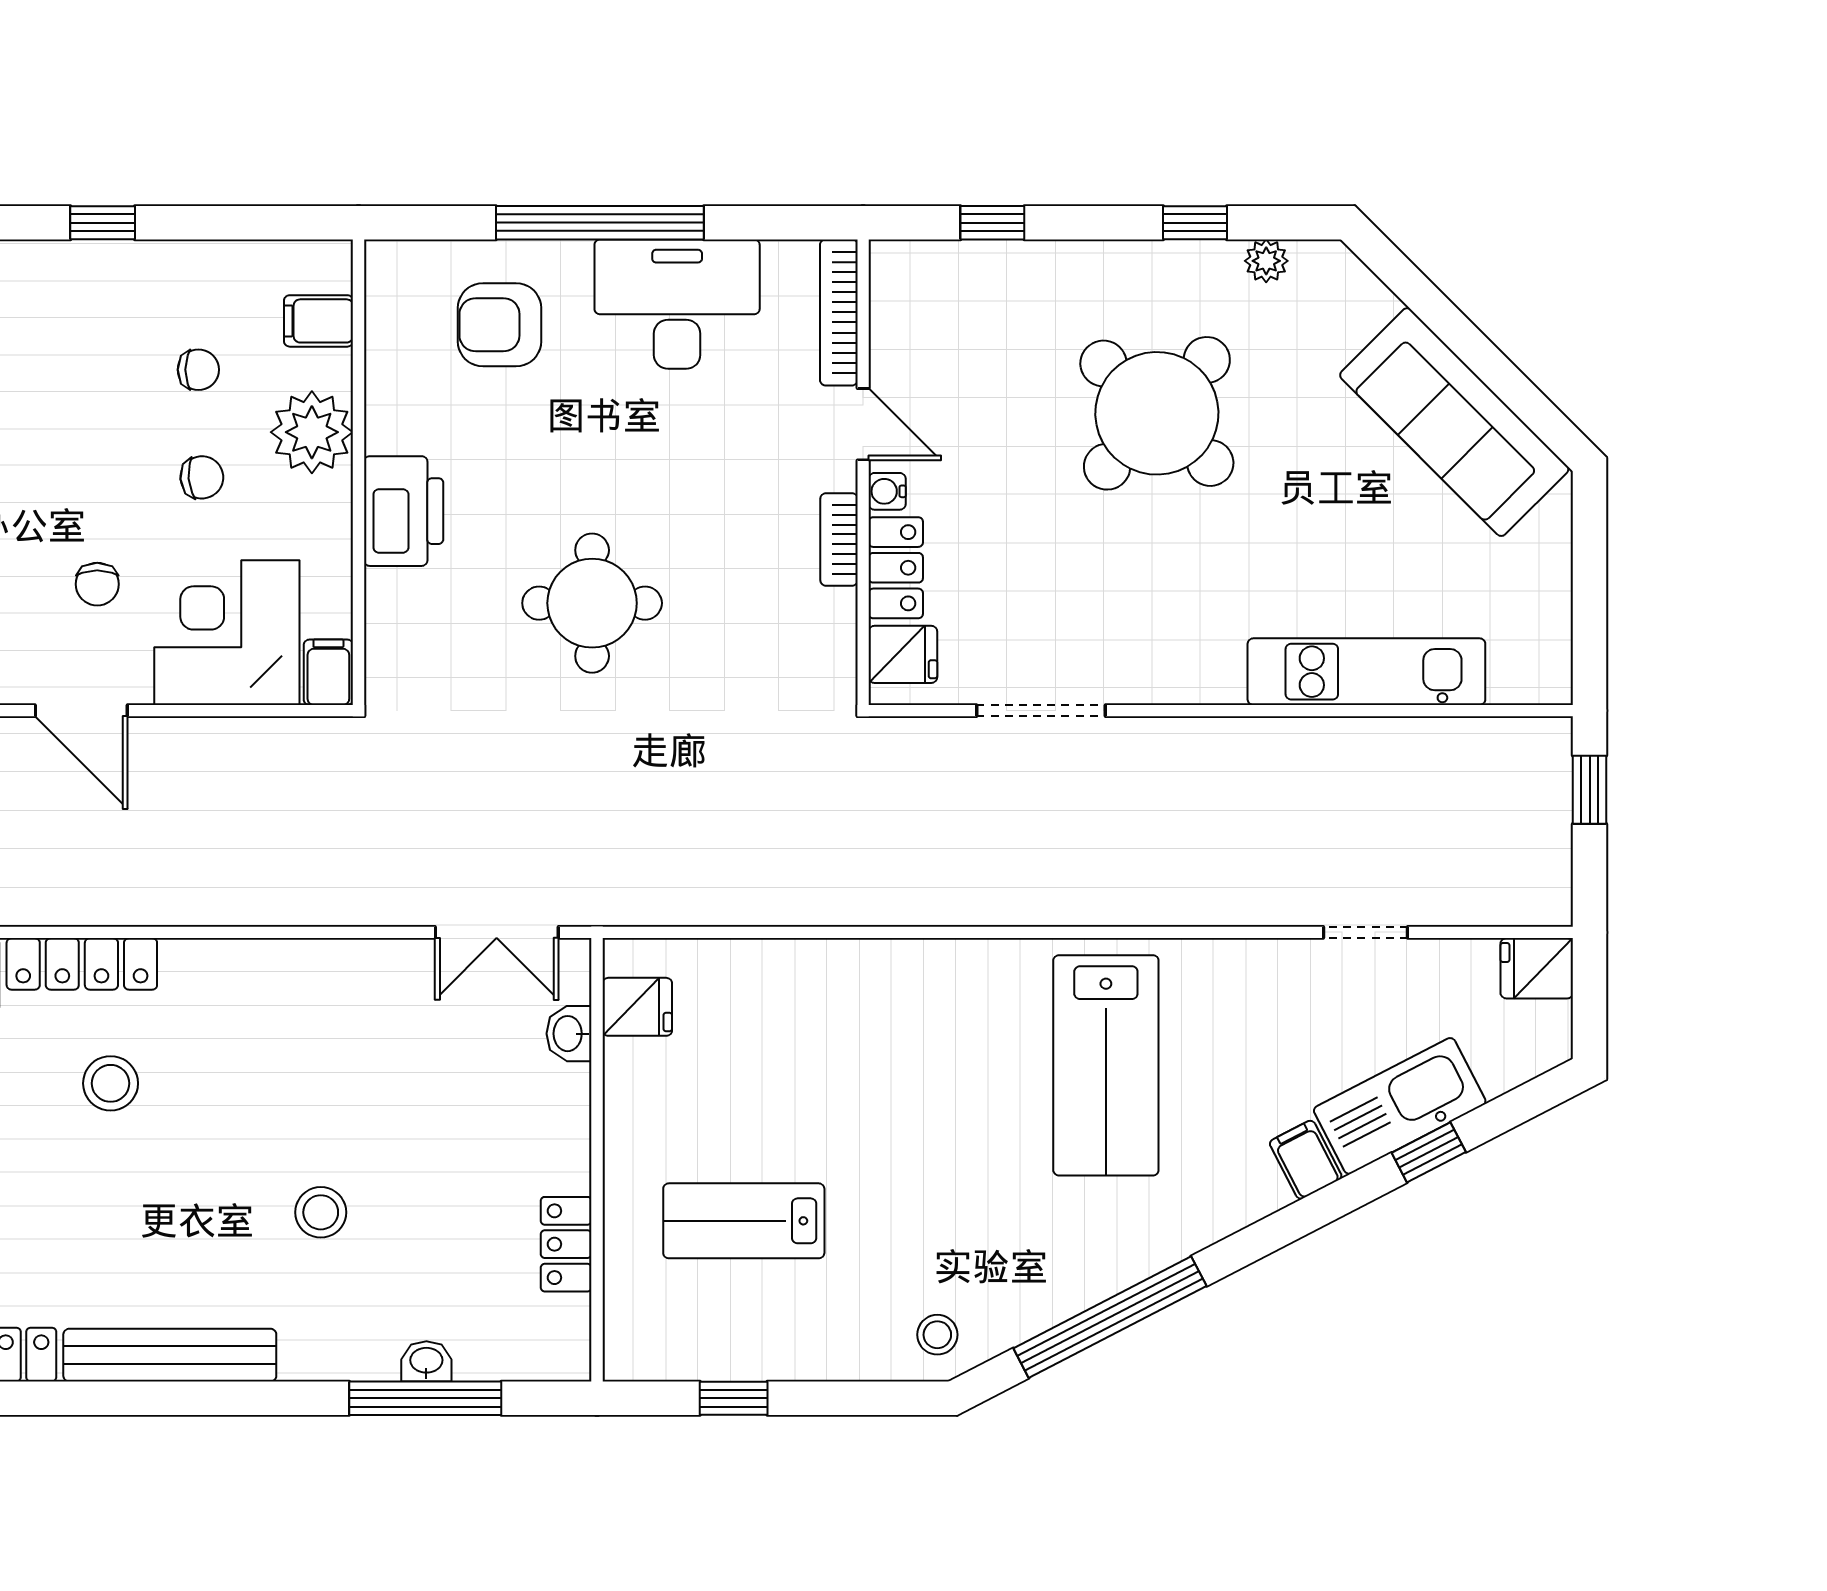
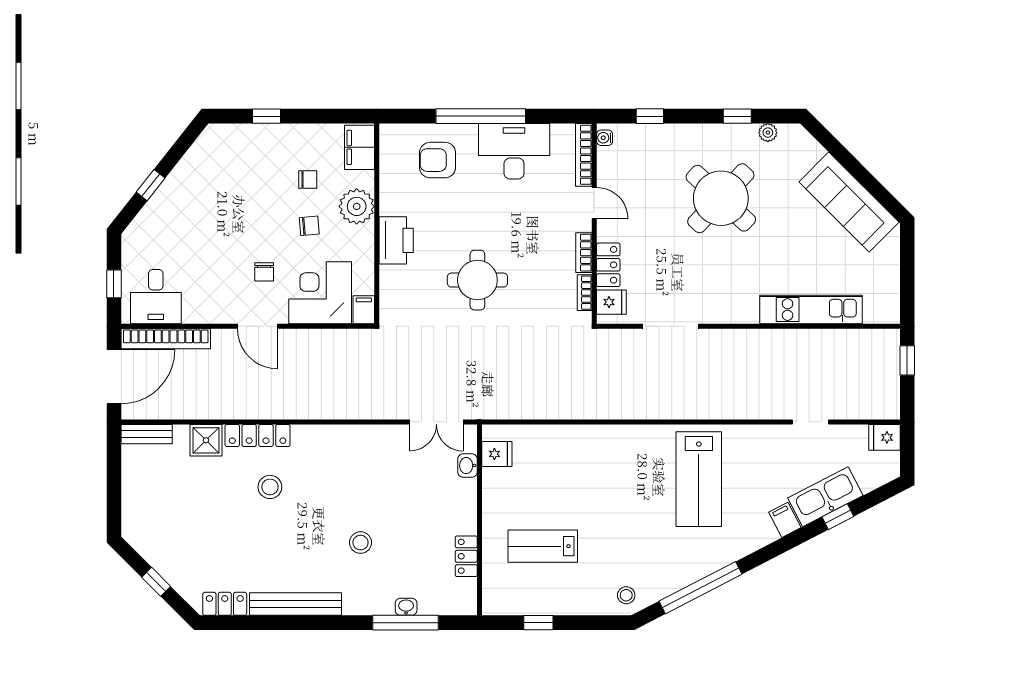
filing cabinet: (319, 321) -> (360, 147), width x2.00
water cooler: (887, 491) -> (605, 138), moved
bookcase: (841, 632) -> (585, 293), added

